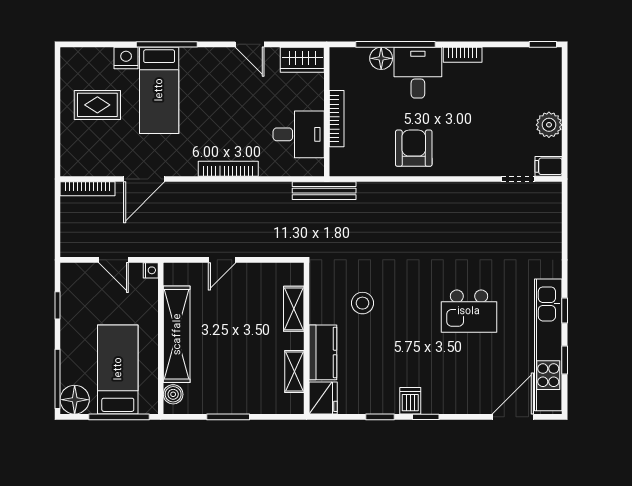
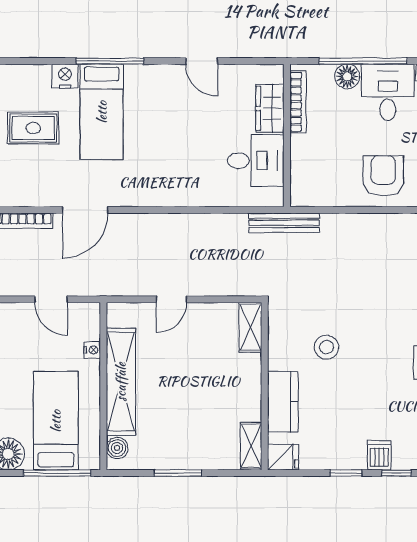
wardrobe: (302, 60) -> (270, 108), moved, turned 90
bookcase: (337, 119) -> (298, 102), moved
bookcase: (228, 169) -> (178, 199), removed
nightstand: (151, 270) -> (92, 350), moved
shelving: (294, 309) -> (250, 327), moved
shelving: (294, 371) -> (251, 446), moved
fridge: (323, 398) -> (283, 457), width x0.72

